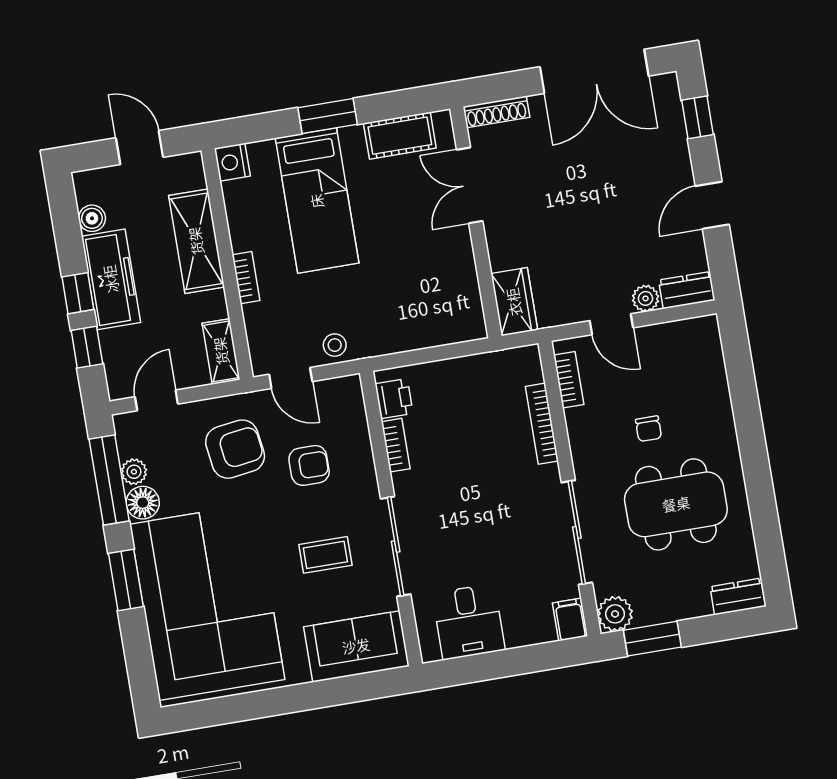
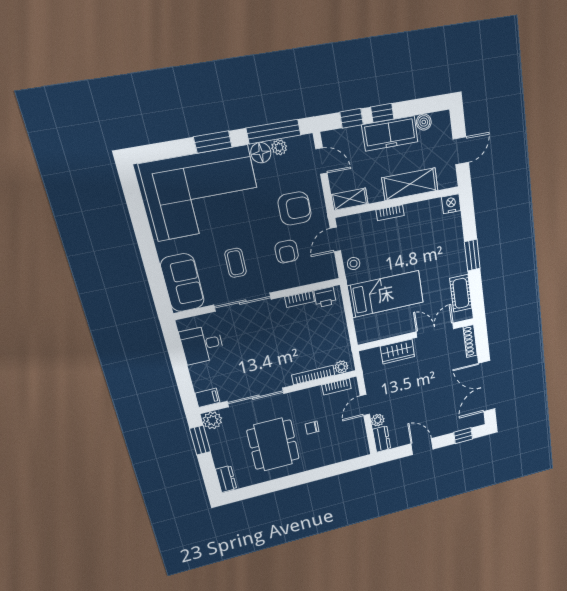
bed: (317, 201) -> (386, 294), moved, turned 180
wardrobe: (514, 302) -> (397, 352), moved
plant: (530, 370) -> (341, 367), added
armchair: (235, 449) -> (295, 208), turned -82

